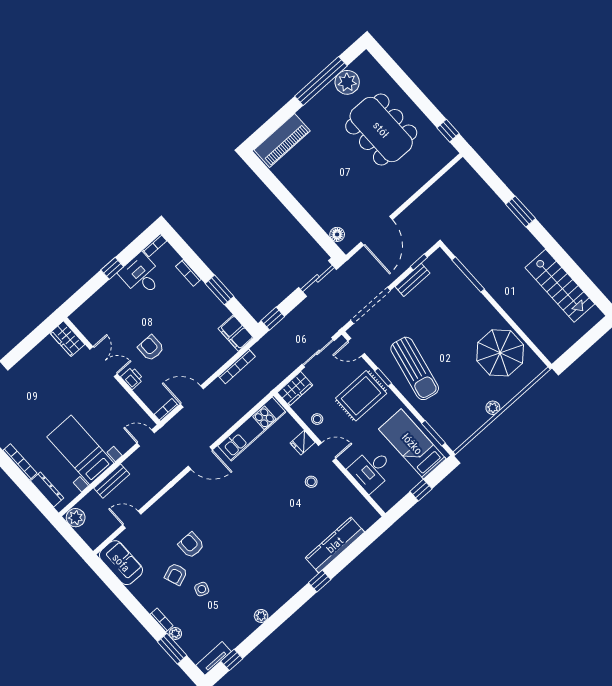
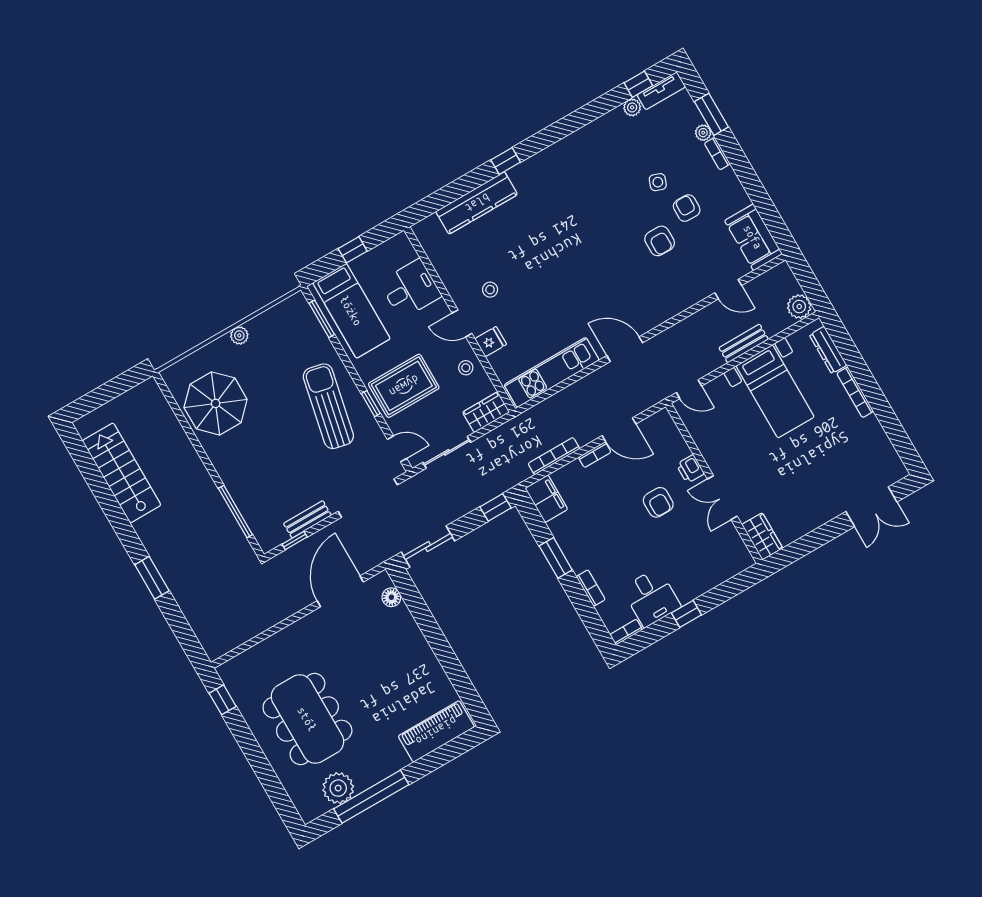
bookcase: (166, 410) -> (595, 455), moved
armchair: (176, 574) -> (687, 208), turned -69
plant: (261, 616) -> (632, 107), moved

